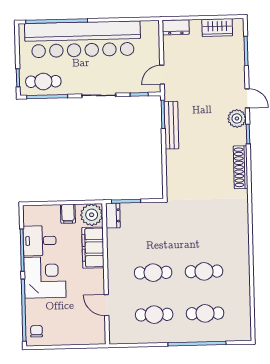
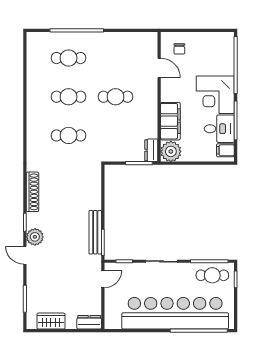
filing cabinet: (68, 214) -> (225, 150), moved, turned -90
cafe table: (154, 315) -> (69, 135), moved
chair: (37, 331) -> (179, 49), moved

